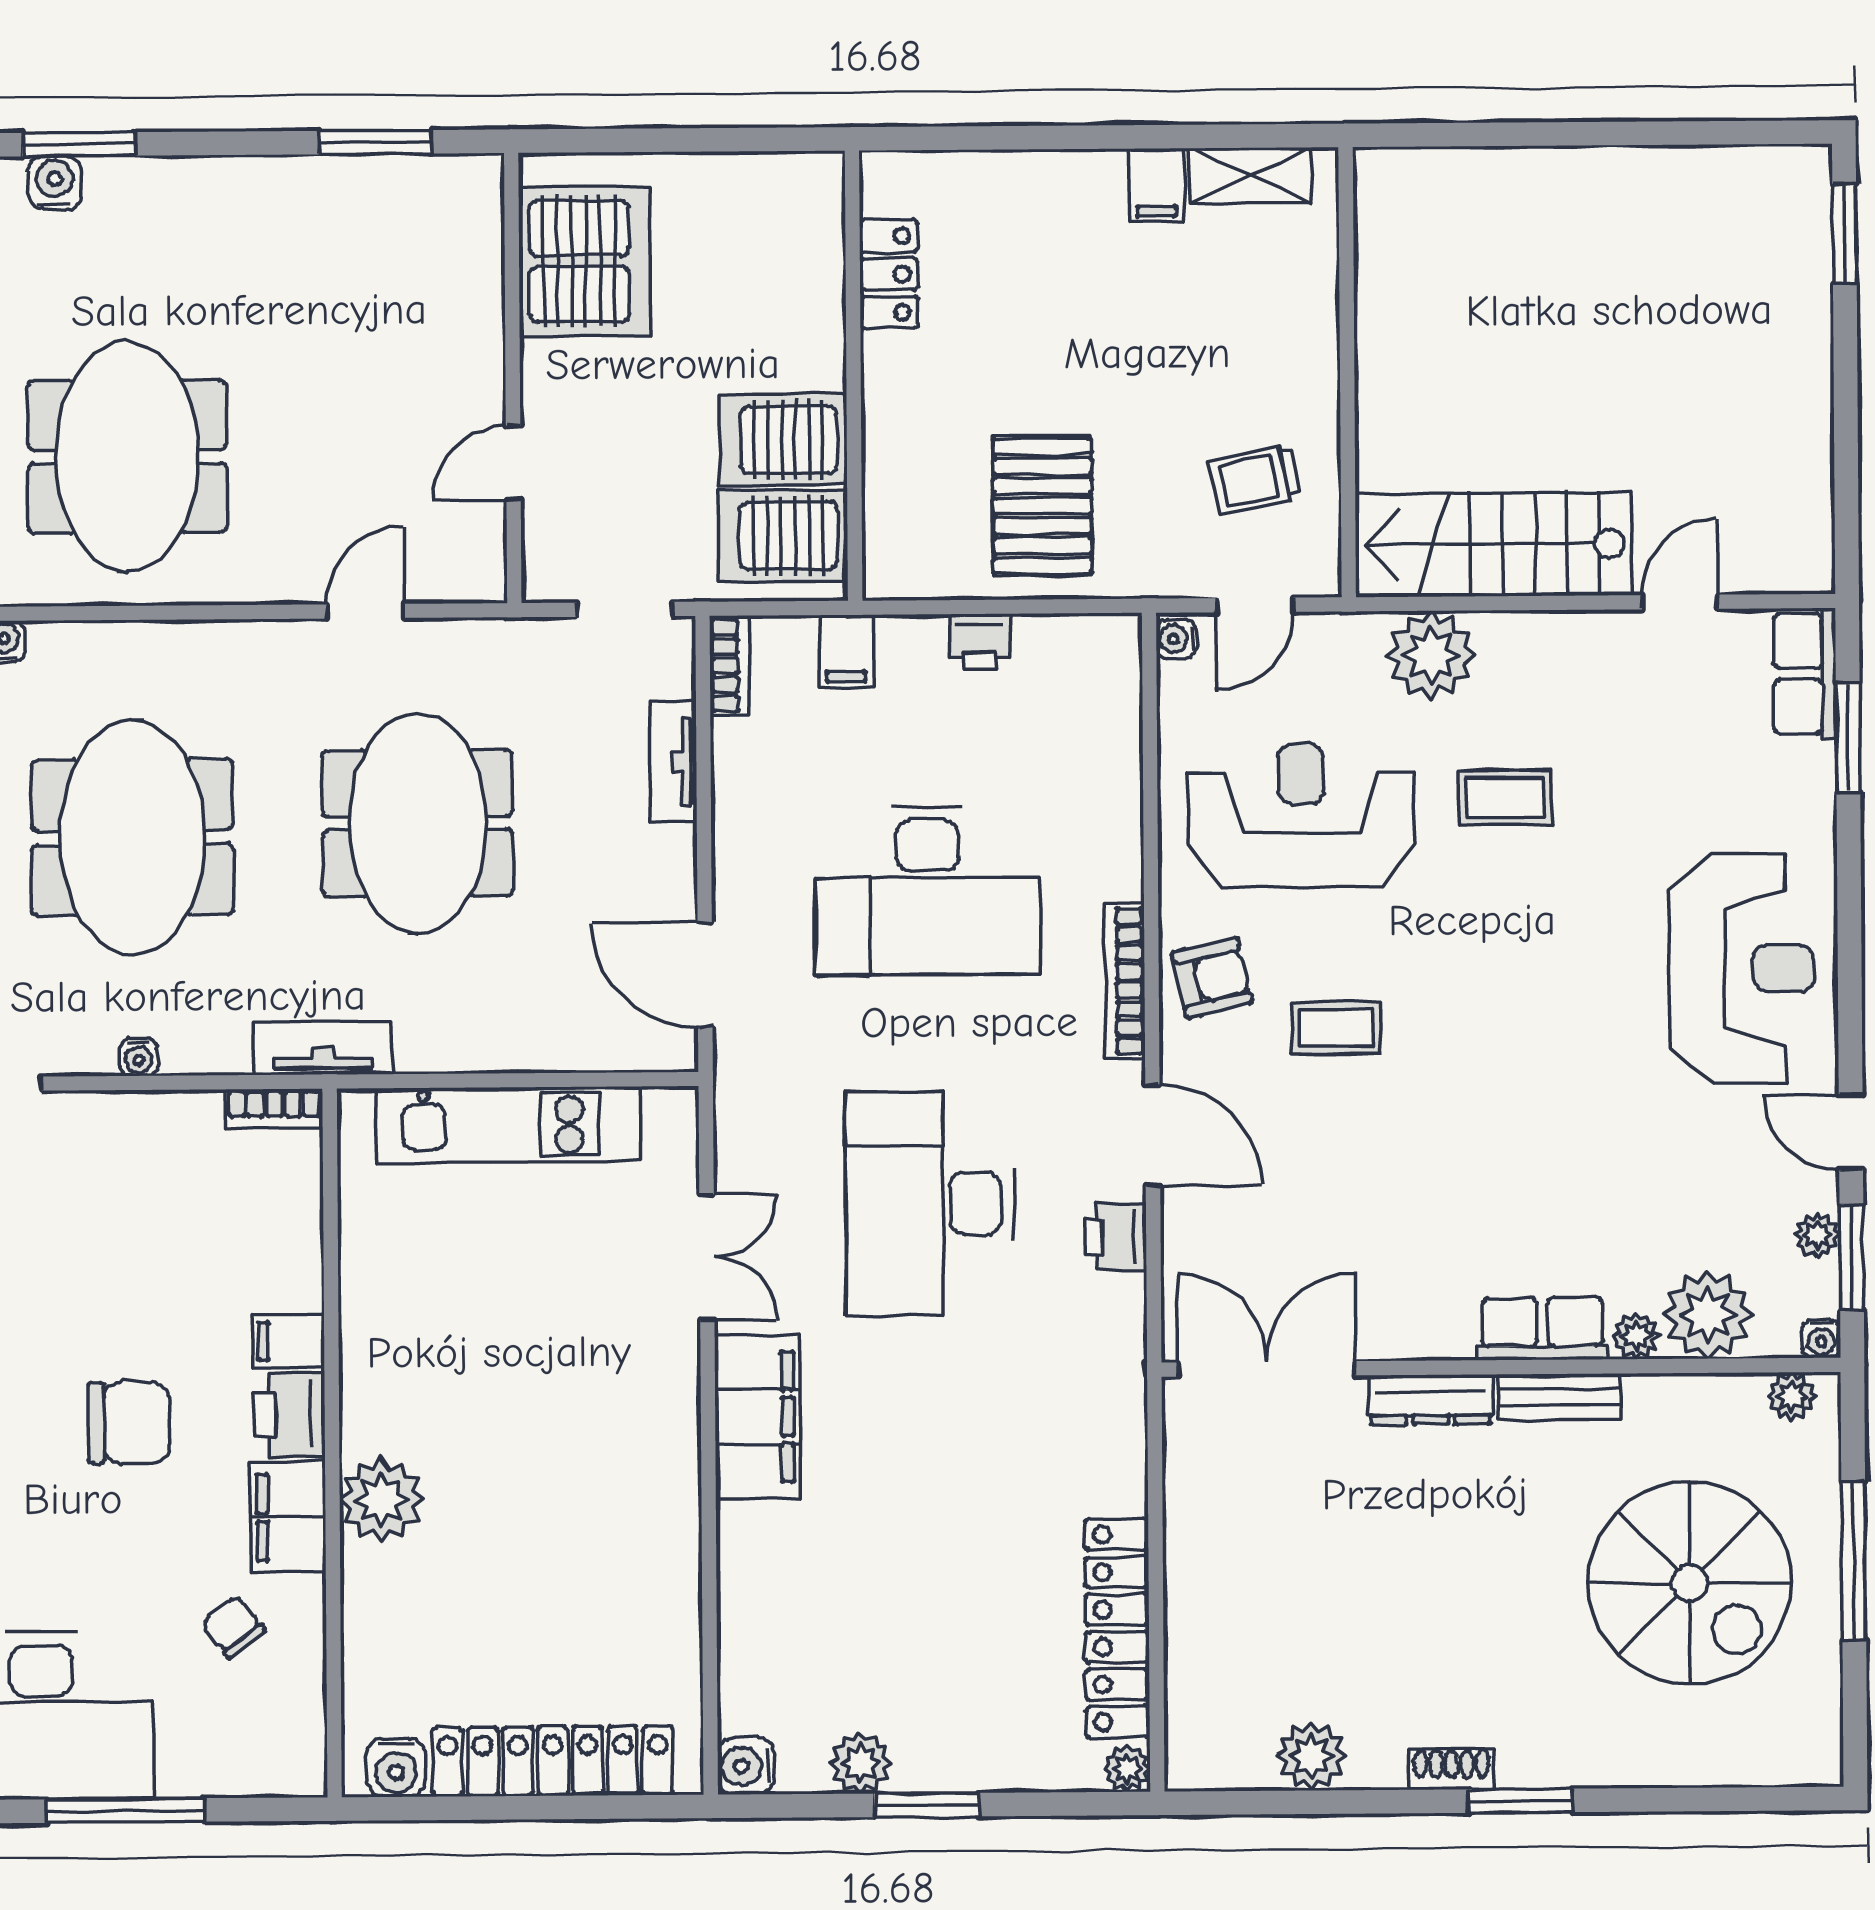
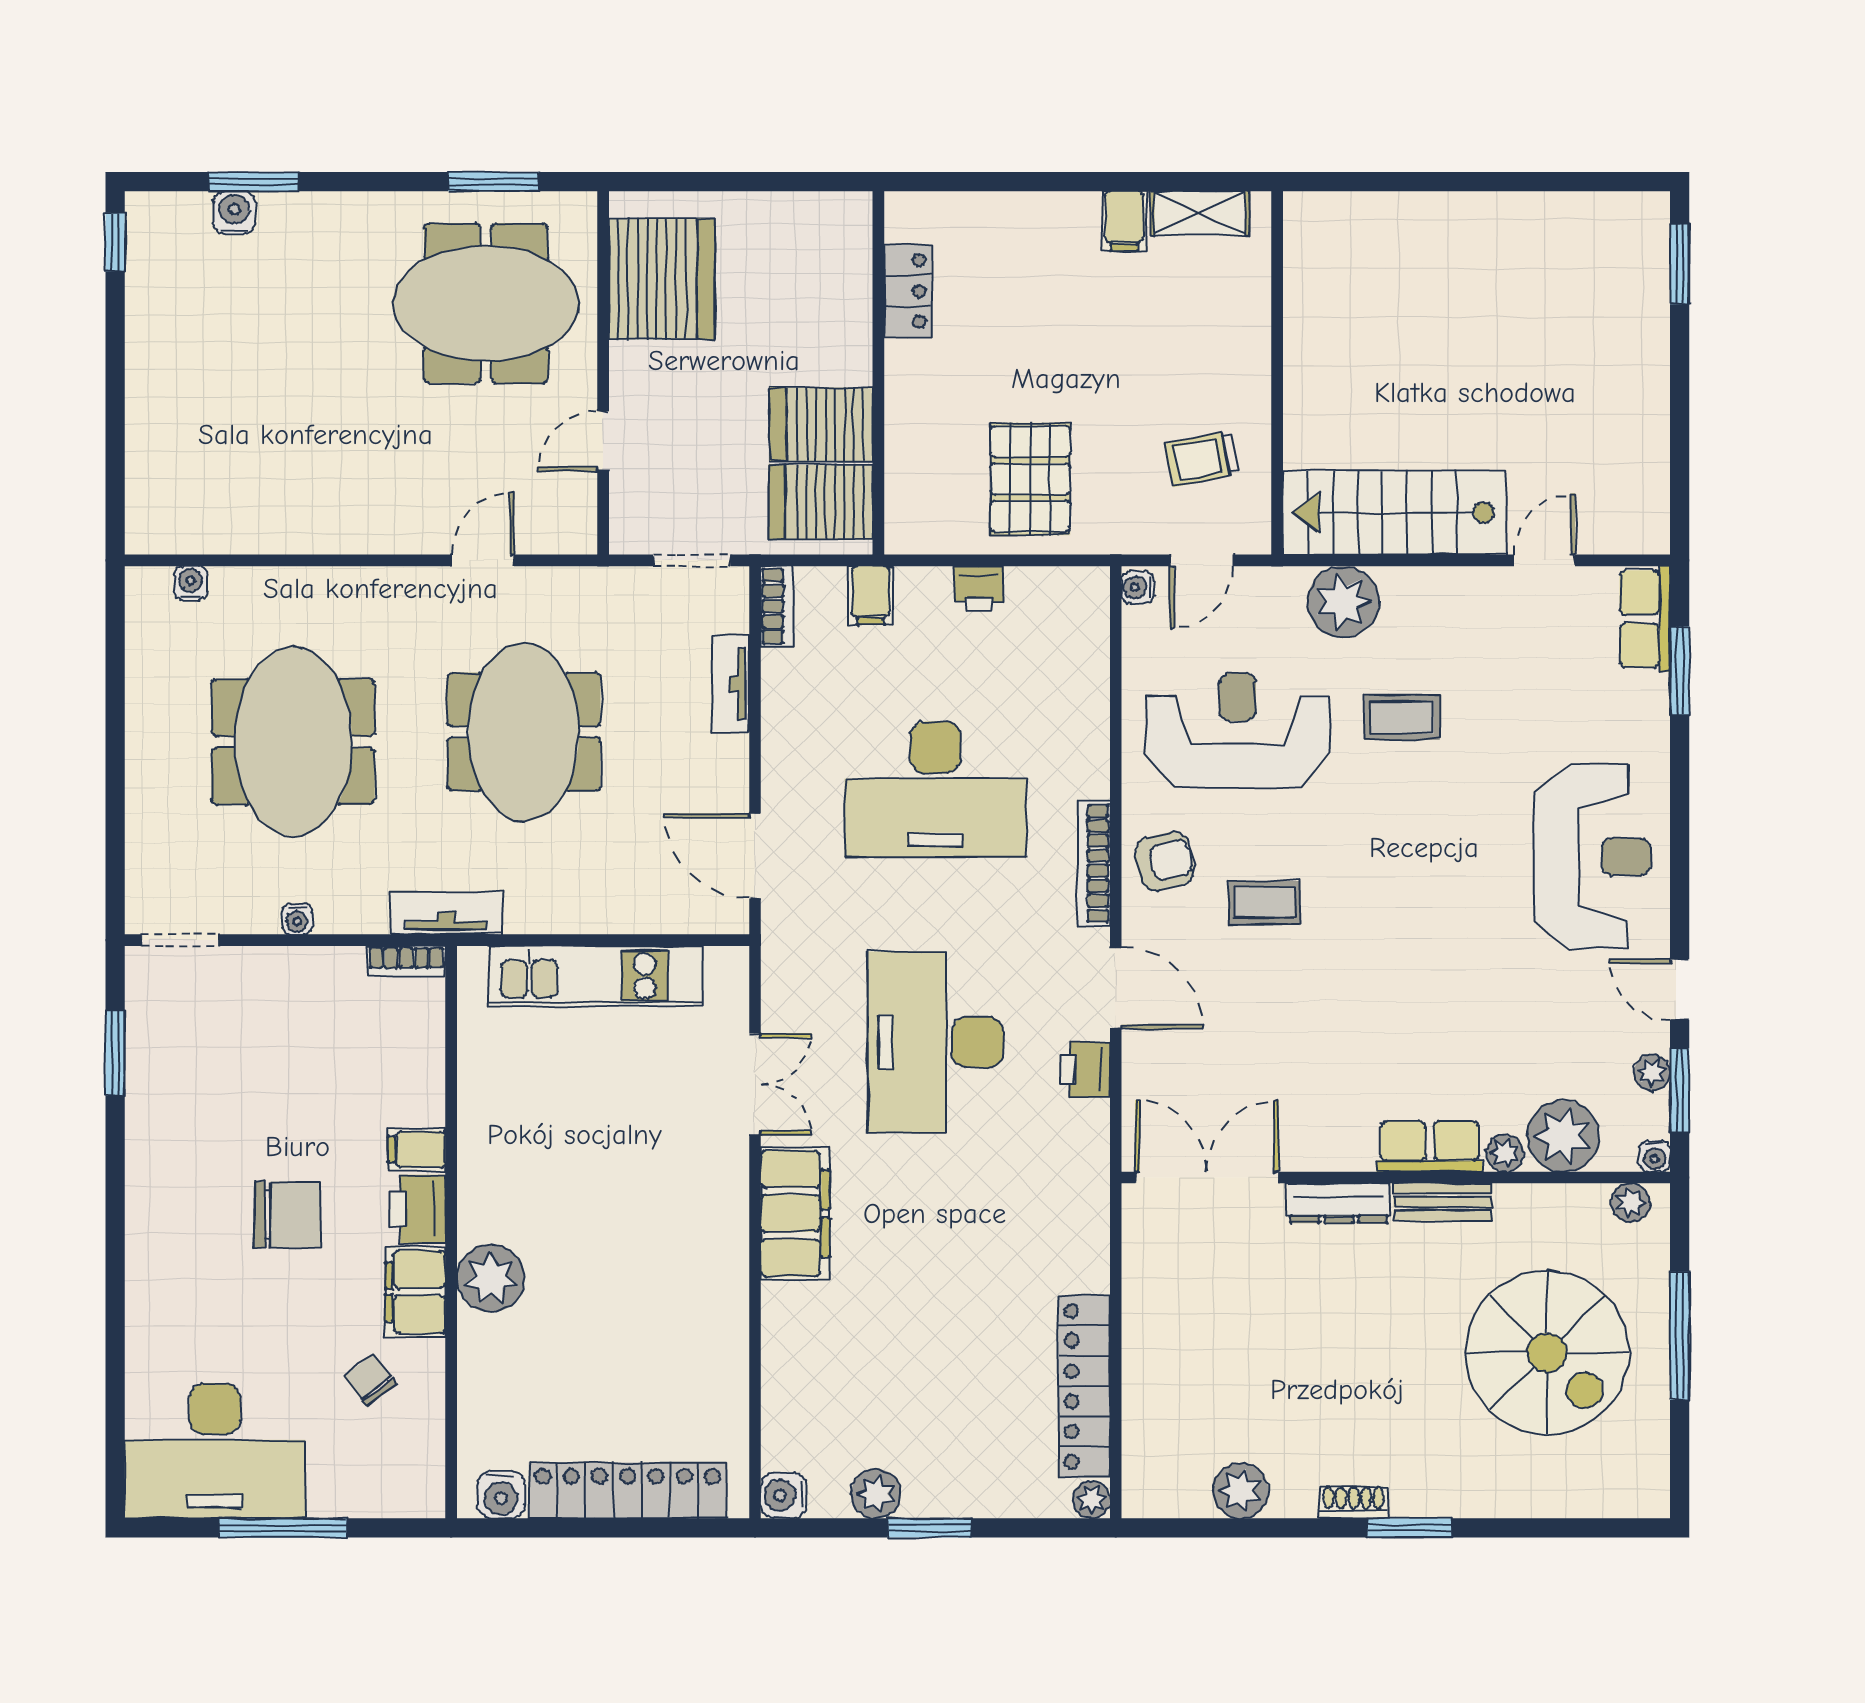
meeting table: (127, 456) -> (486, 303), moved, turned 90

